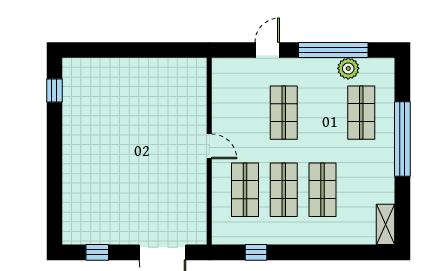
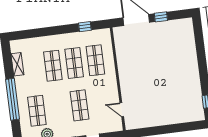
door: (209, 146) -> (122, 110), moved
shelving: (386, 224) -> (17, 64), moved
window: (97, 252) -> (161, 17), moved

